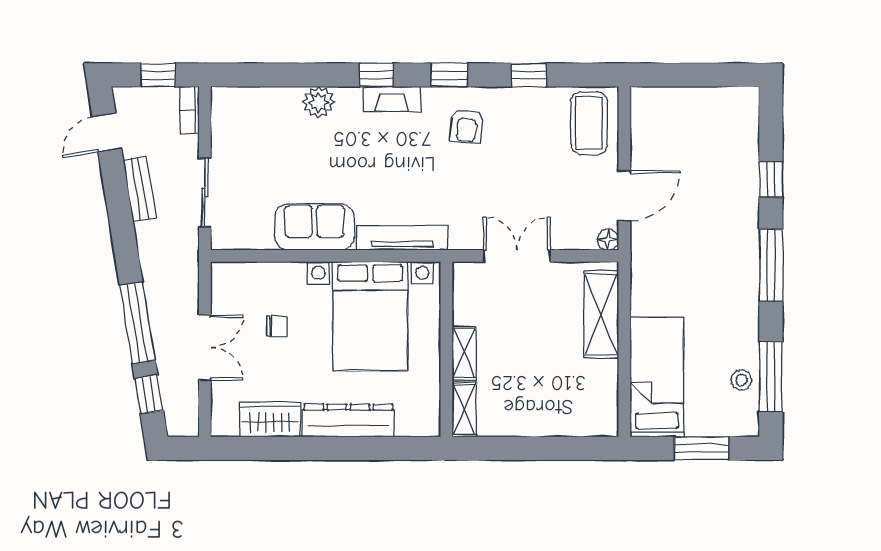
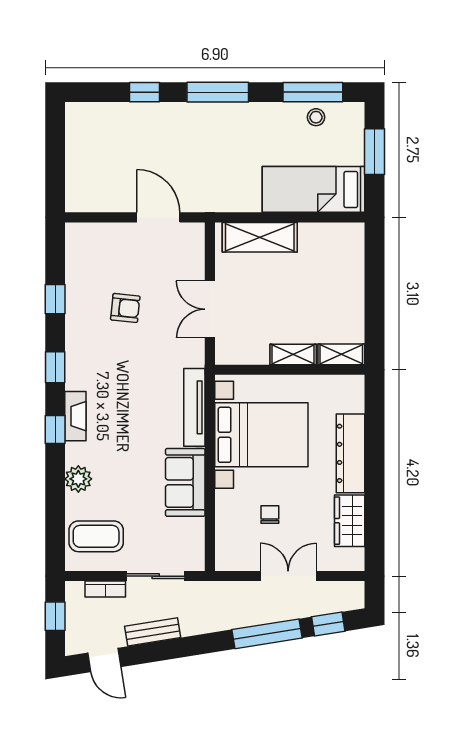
bookcase: (190, 110) -> (105, 589), moved
coffee table: (589, 123) -> (96, 536), moved
armchair: (467, 126) -> (125, 308), moved
floor lamp: (608, 240) -> (196, 231), removed

